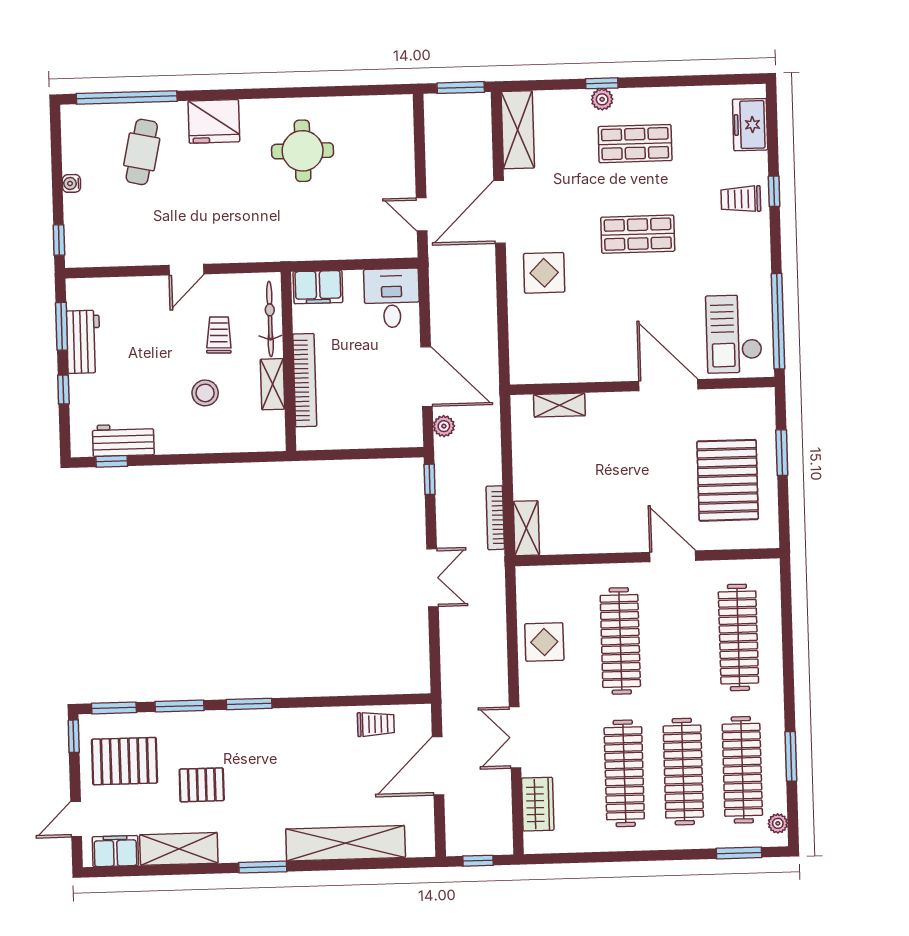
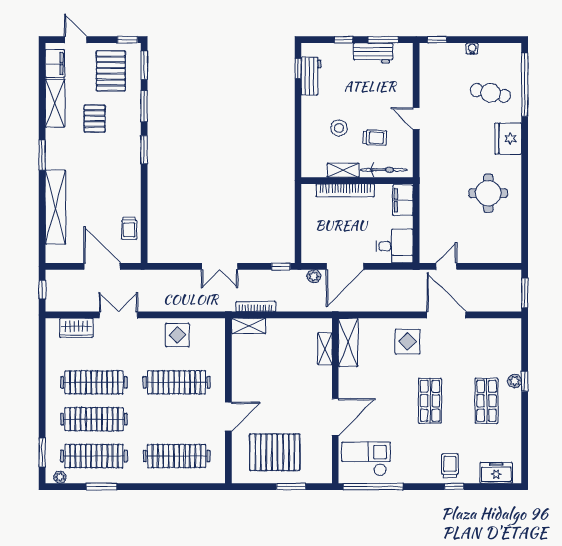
shelving: (518, 130) -> (348, 342), moved, turned 90

